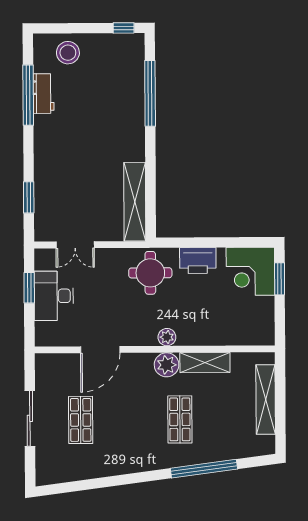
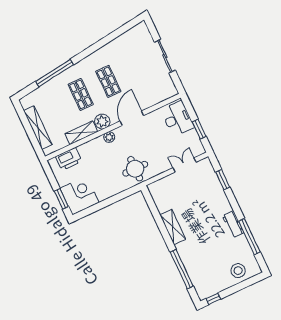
workbench: (44, 94) -> (233, 224), moved
shelving: (135, 202) -> (173, 227), moved, width x0.68
printer: (198, 261) -> (69, 159), moved, turned 180
desk: (54, 296) -> (177, 119), moved
door: (100, 350) -> (132, 118), moved
shop shelf: (81, 420) -> (108, 81), moved

